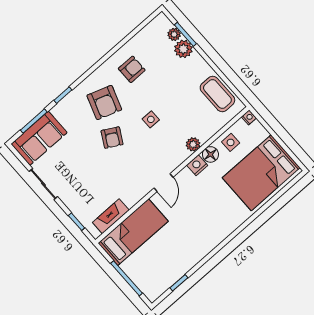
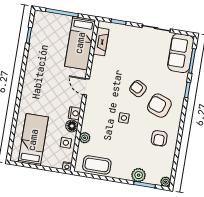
plant: (174, 34) -> (166, 182), moved
plant: (193, 144) -> (85, 138), moved
bed: (261, 173) -> (33, 140), width x0.67

